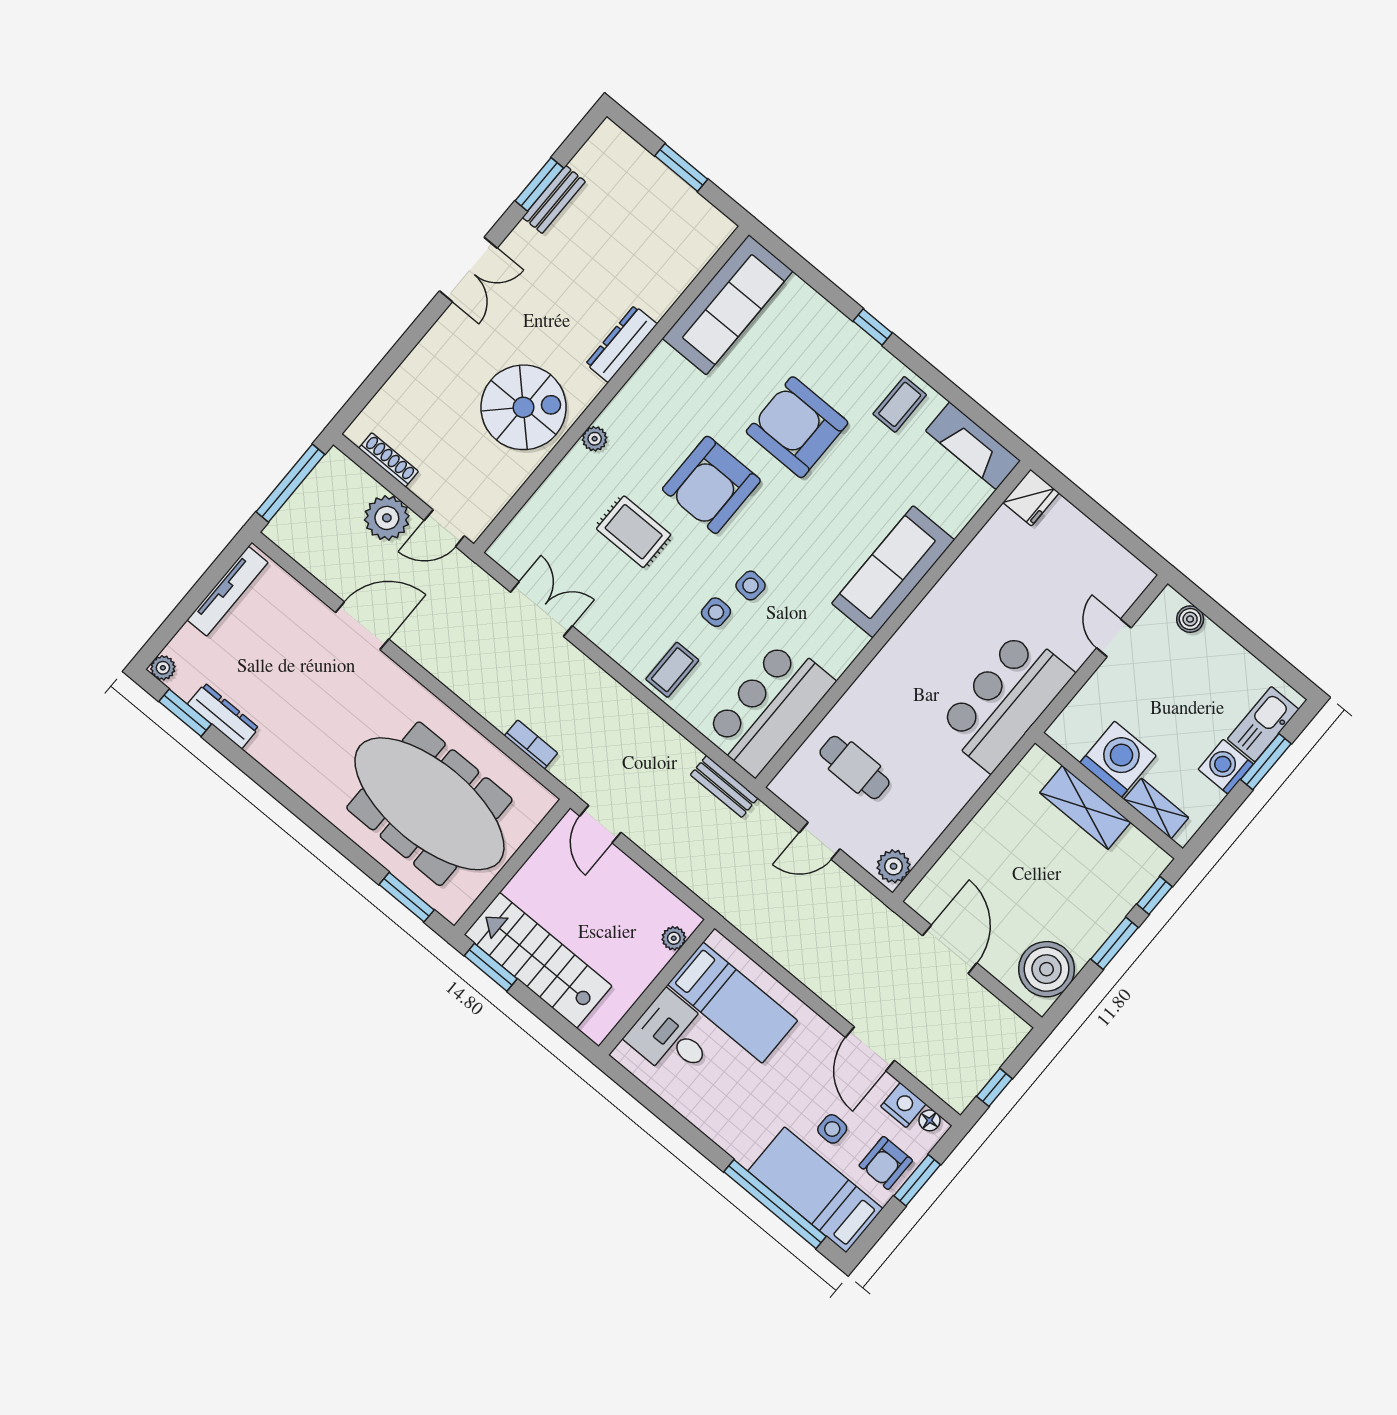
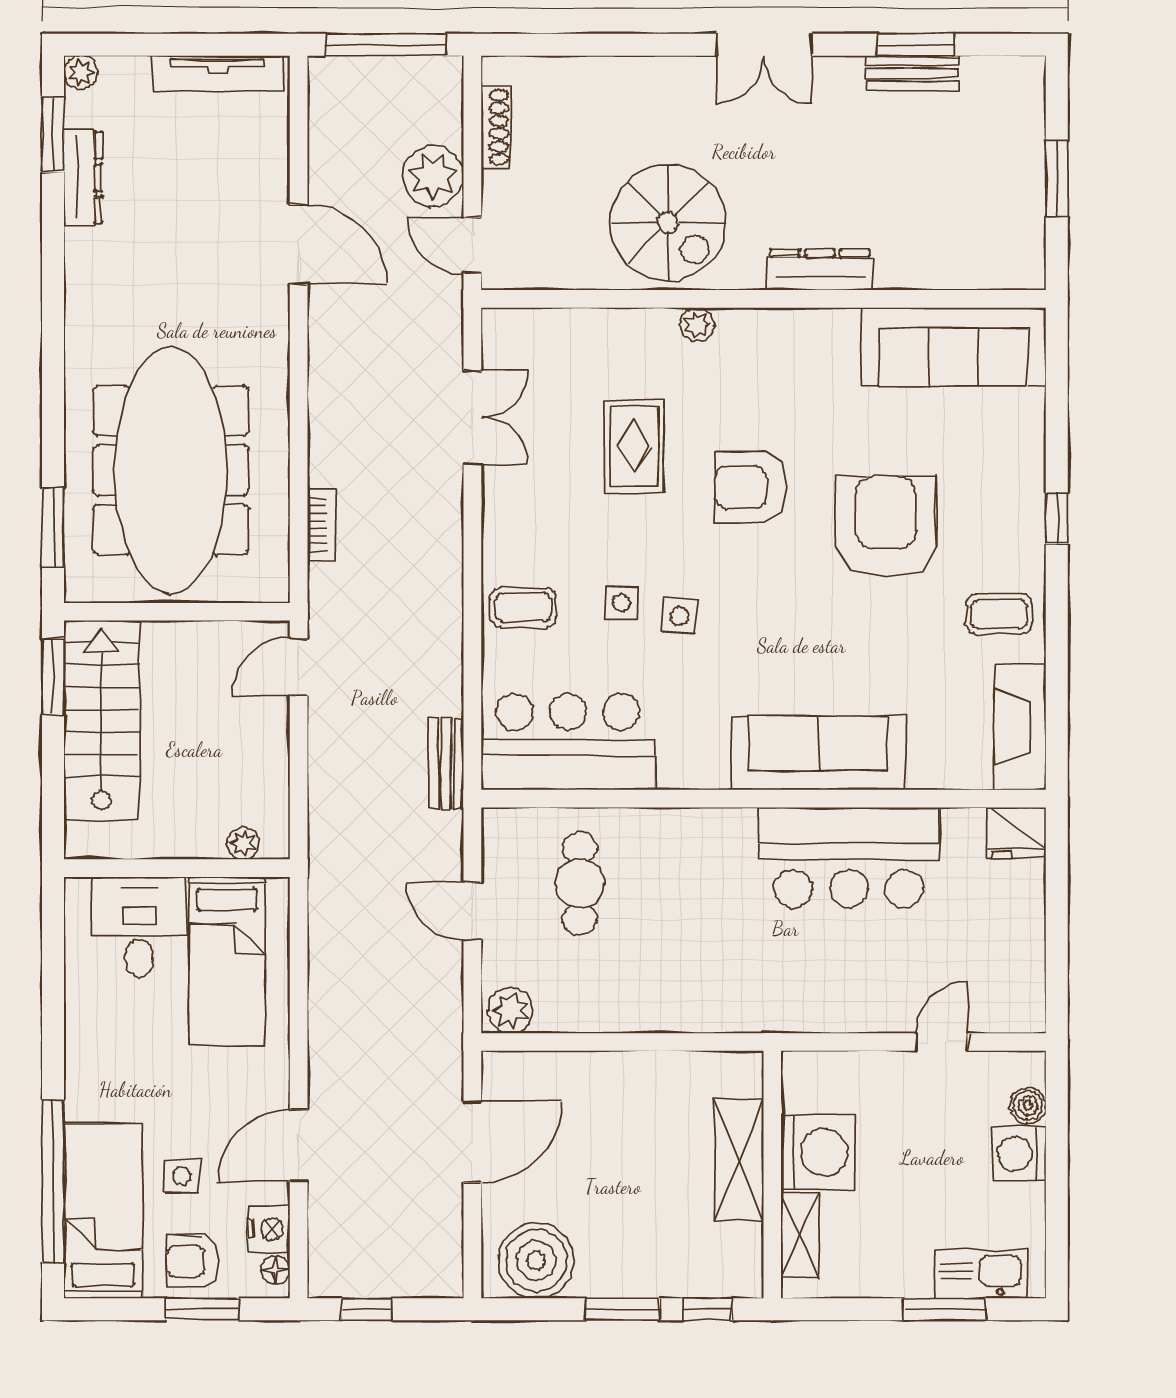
armchair: (711, 485) -> (751, 487), width x0.73, depth x0.73
bar counter: (1005, 700) -> (849, 858), moved, turned 180
washing machine: (1226, 767) -> (1019, 1154), moved, turned -90

